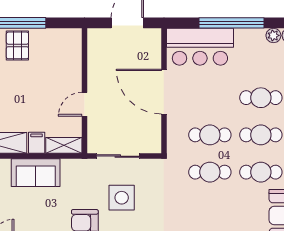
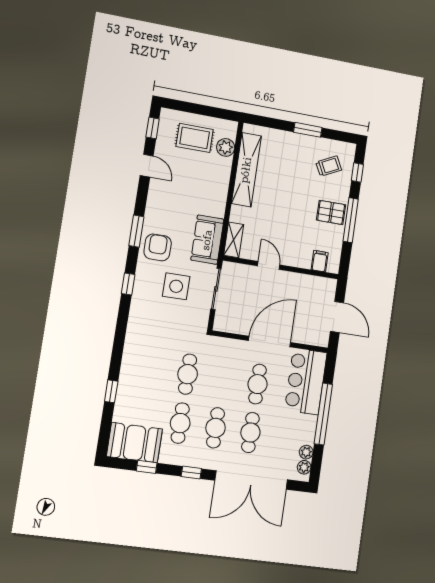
cafe table: (210, 135) -> (258, 384), moved
filing cabinet: (37, 143) -> (320, 261), moved, turned -90
sofa: (36, 173) -> (207, 240), moved

